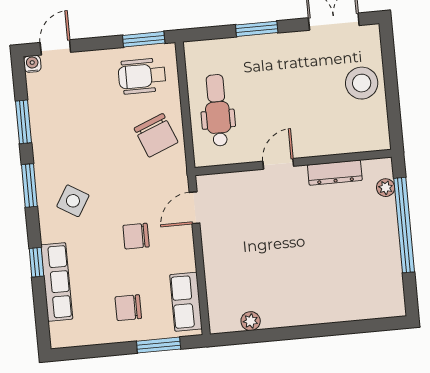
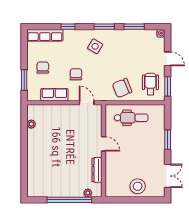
door: (55, 47) -> (168, 59), moved
row of seats: (57, 282) -> (45, 35), moved
row of seats: (186, 302) -> (54, 95), moved

